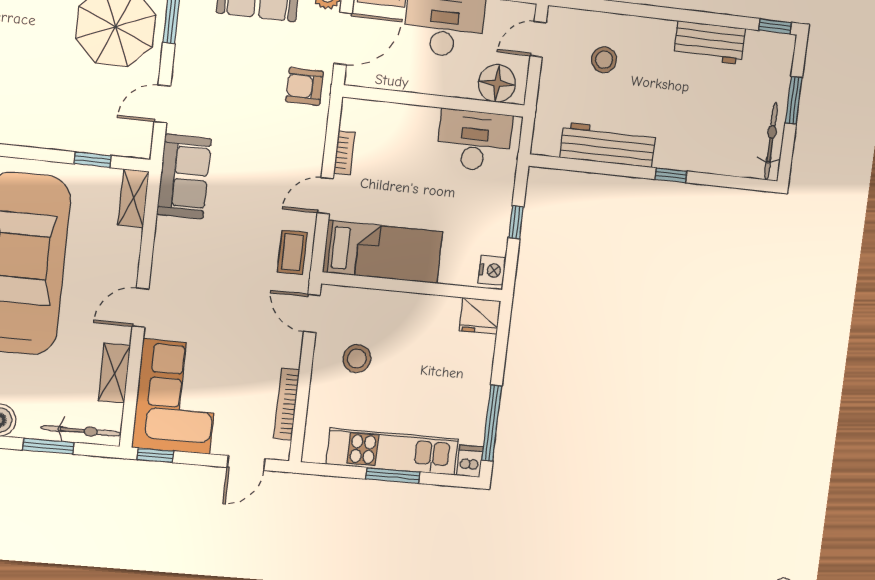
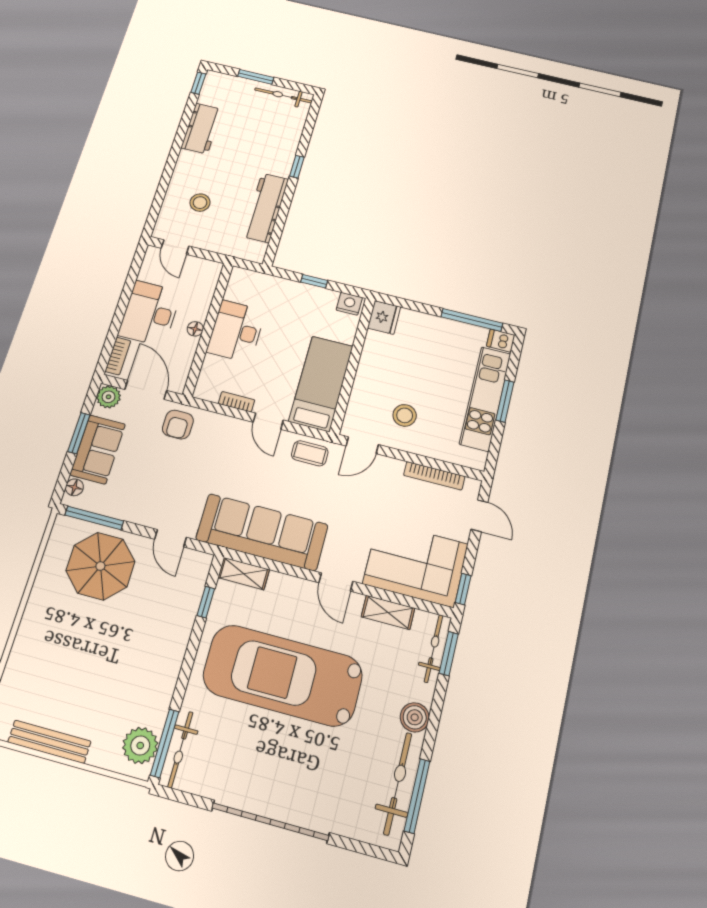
floor lamp: (497, 83) -> (195, 329), moved, width x0.53, depth x0.53
desk: (474, 141) -> (236, 331), moved
sofa: (184, 176) -> (262, 532), width x1.85, depth x1.27
window: (48, 446) -> (449, 654), moved

